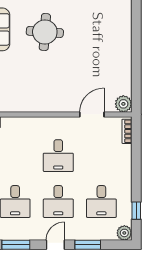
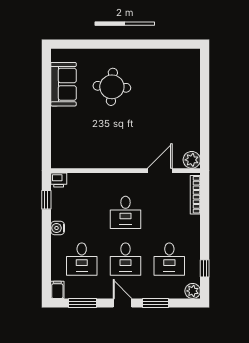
bookcase: (127, 131) -> (195, 195), width x1.56
door: (55, 245) -> (123, 303), hinge flipped

